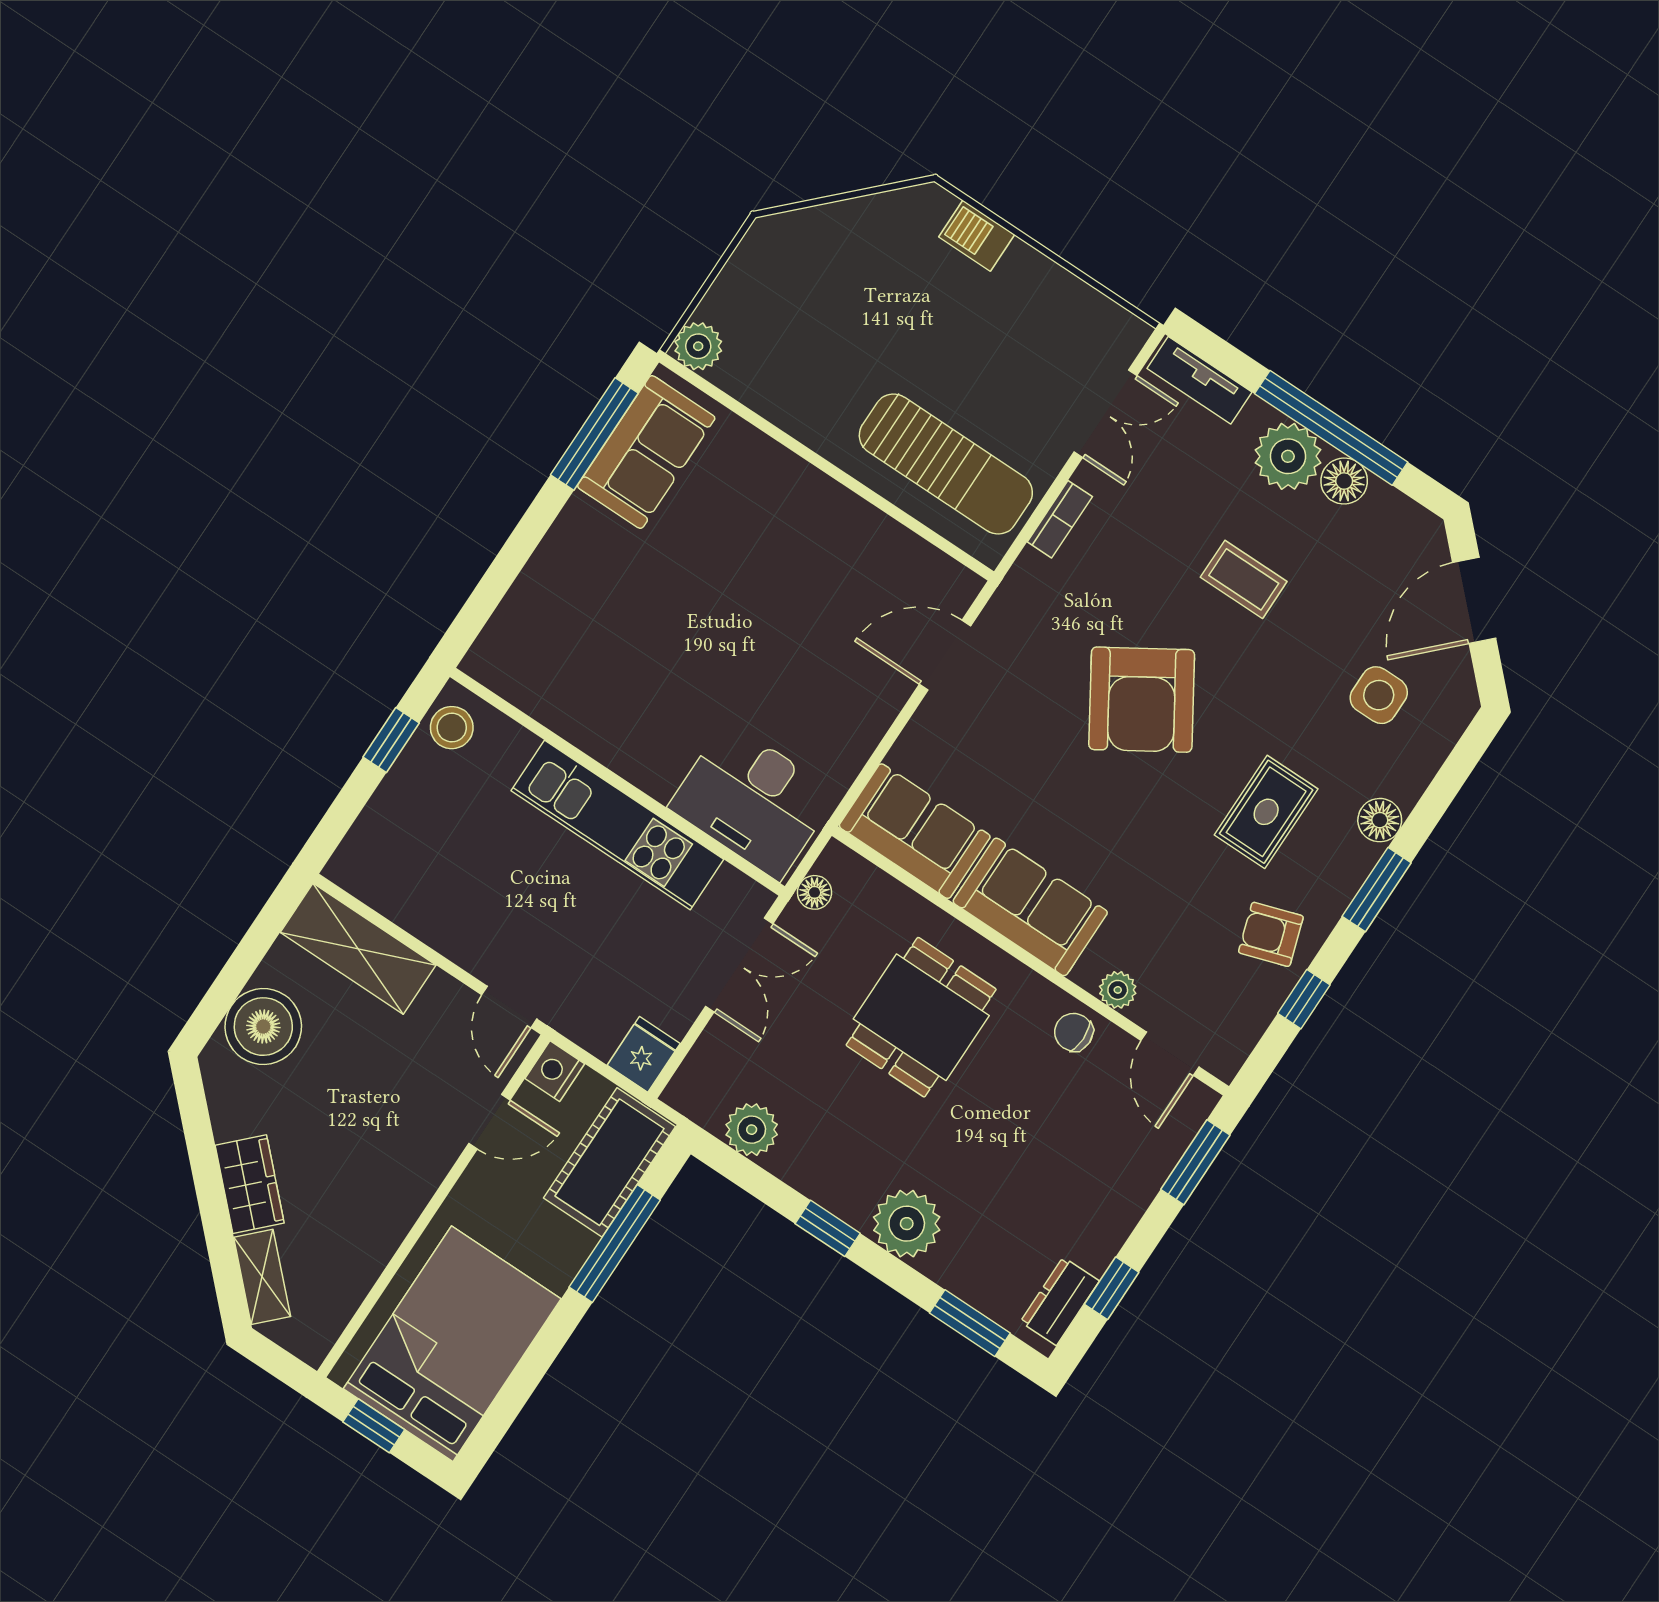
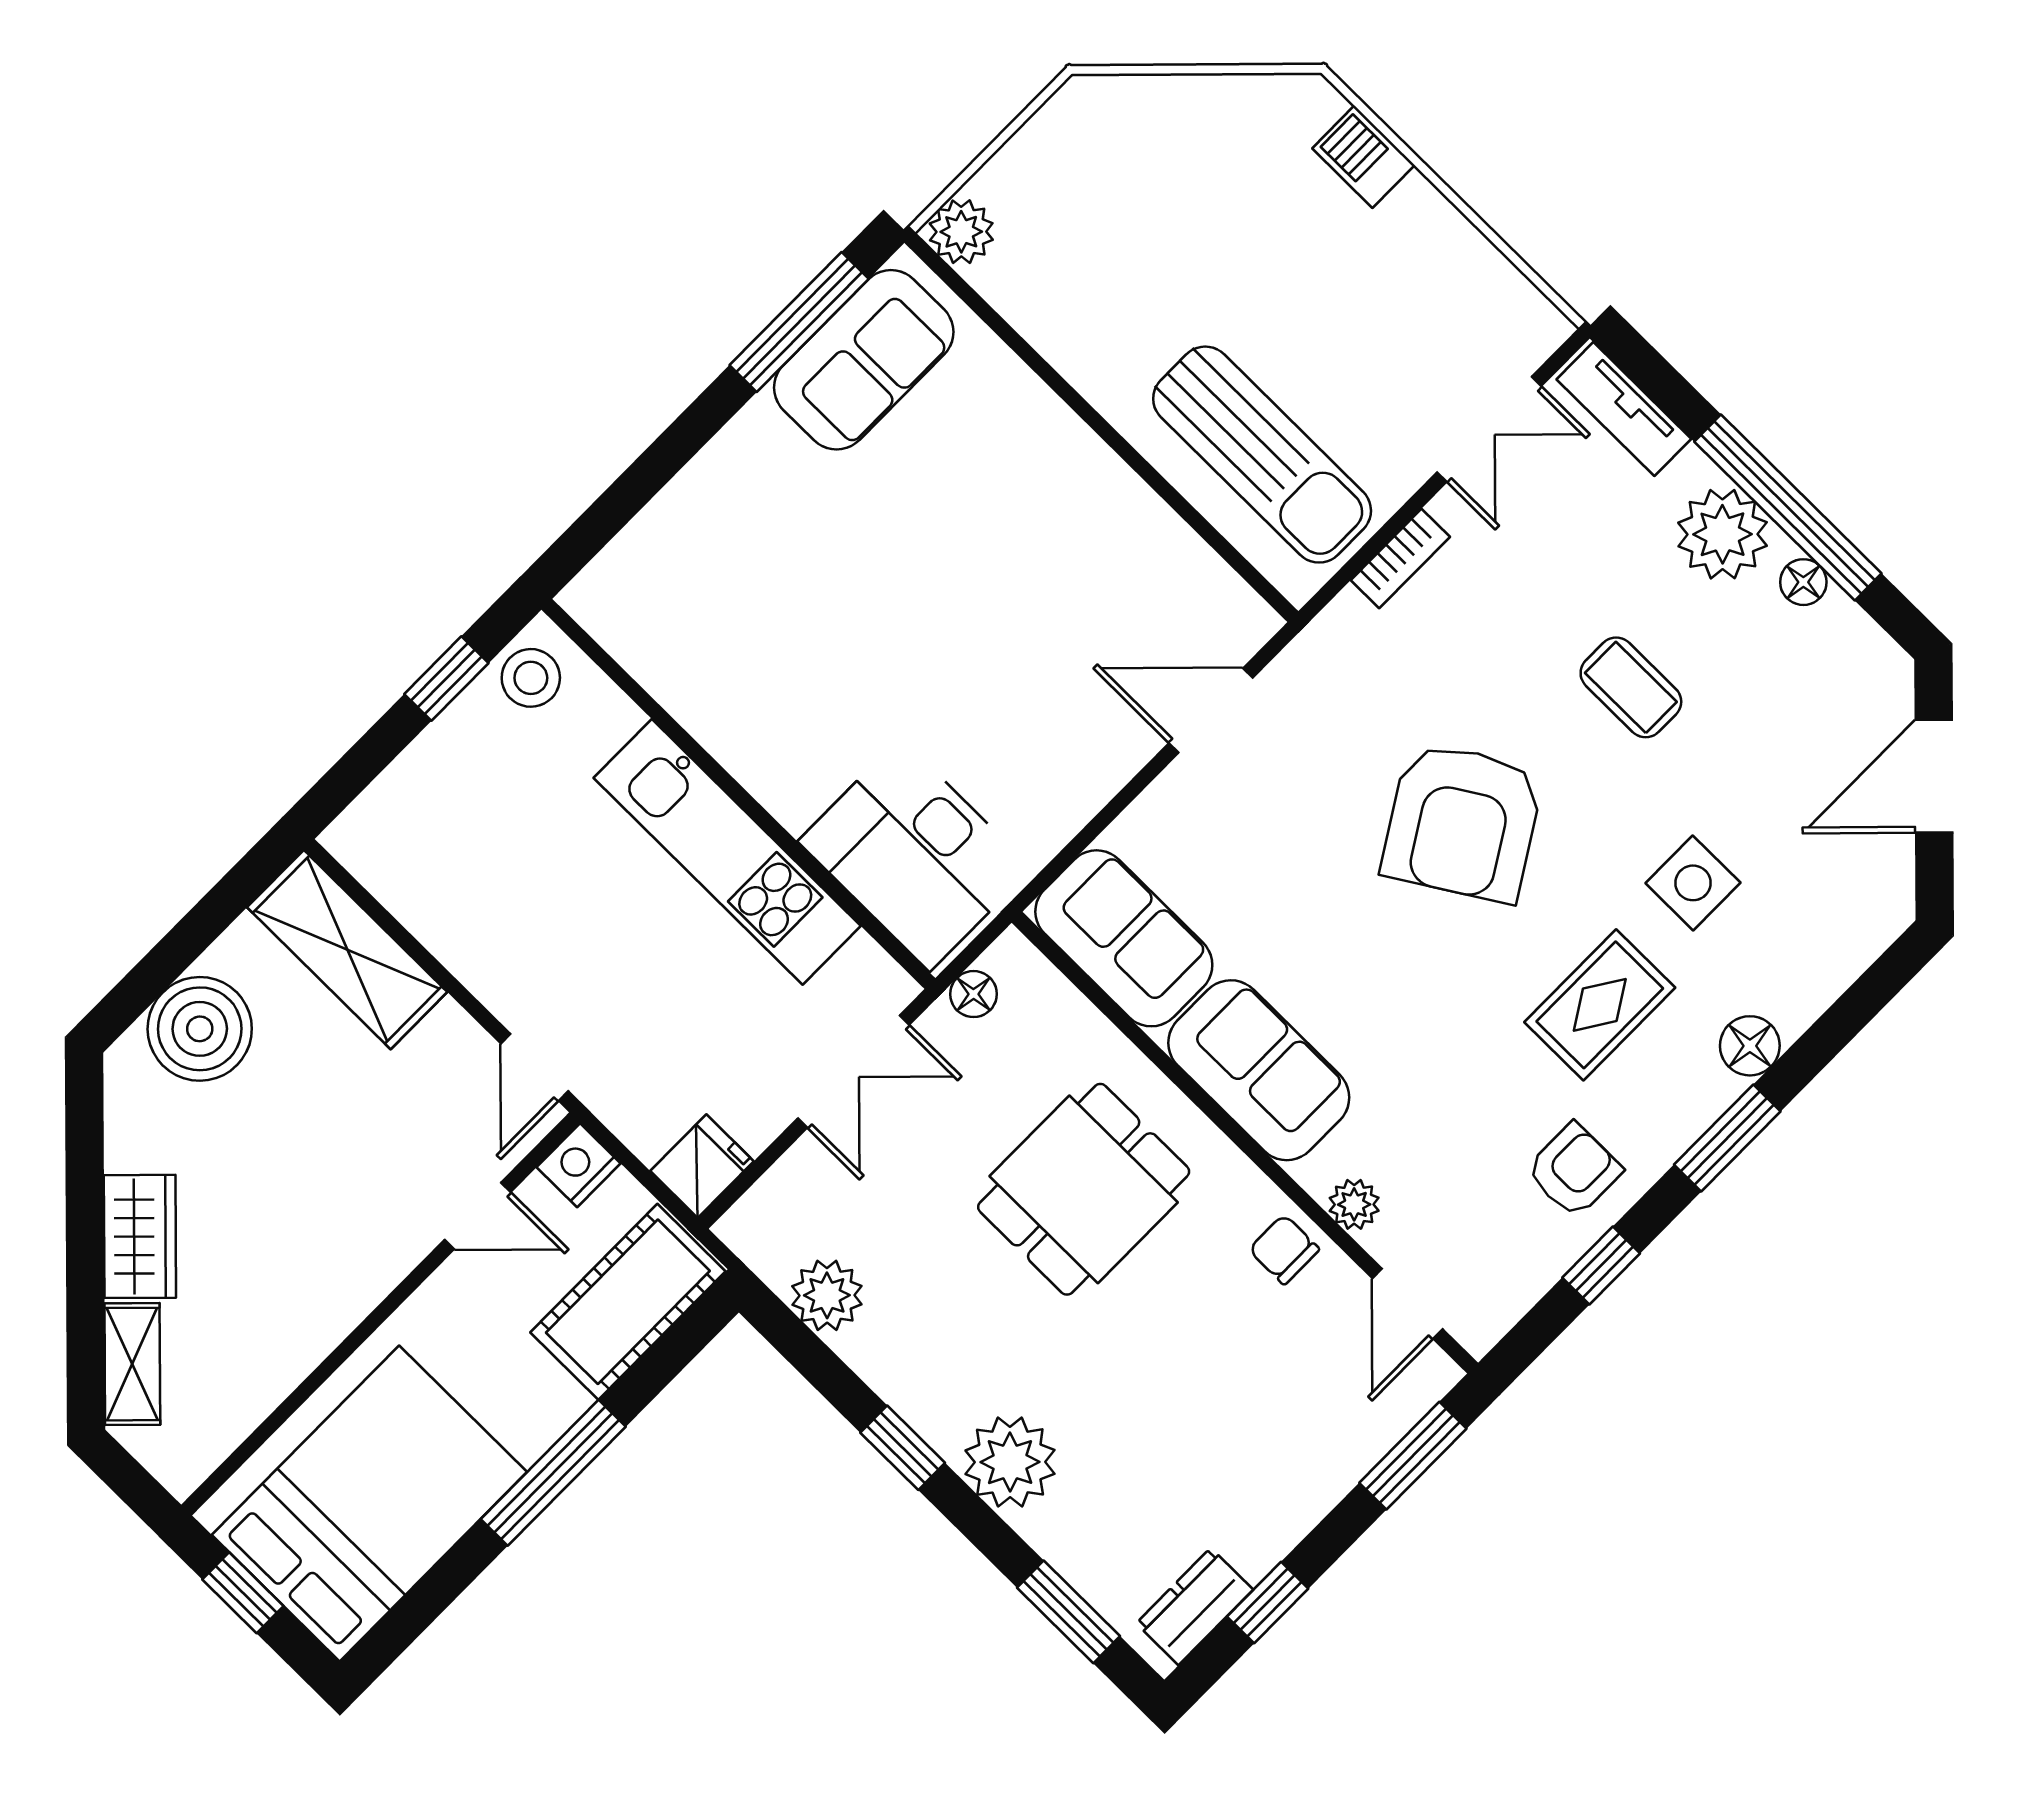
floor lamp: (1344, 481) -> (1803, 582), width x0.73, depth x0.73
side table: (1379, 695) -> (1693, 883), moved
armchair: (1271, 934) -> (1574, 1170), turned 108
window: (615, 1244) -> (553, 1473), moved

